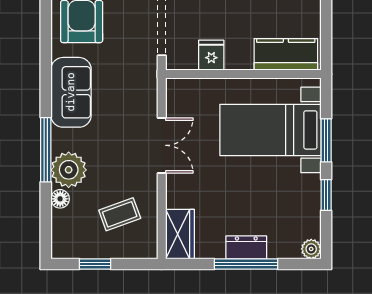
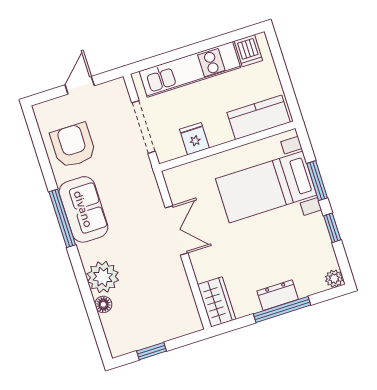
window: (46, 150) -> (62, 218), moved
coffee table: (120, 214) -> (159, 301), removed

